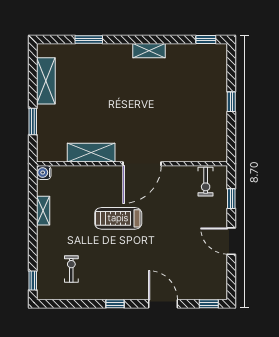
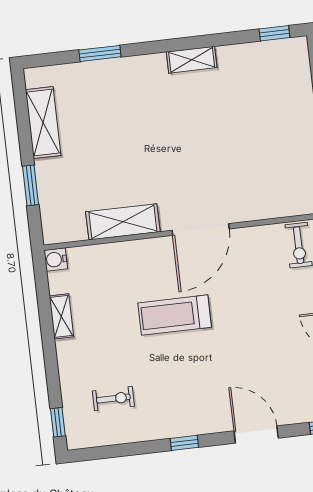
exercise bike: (71, 269) -> (113, 399), turned 90

